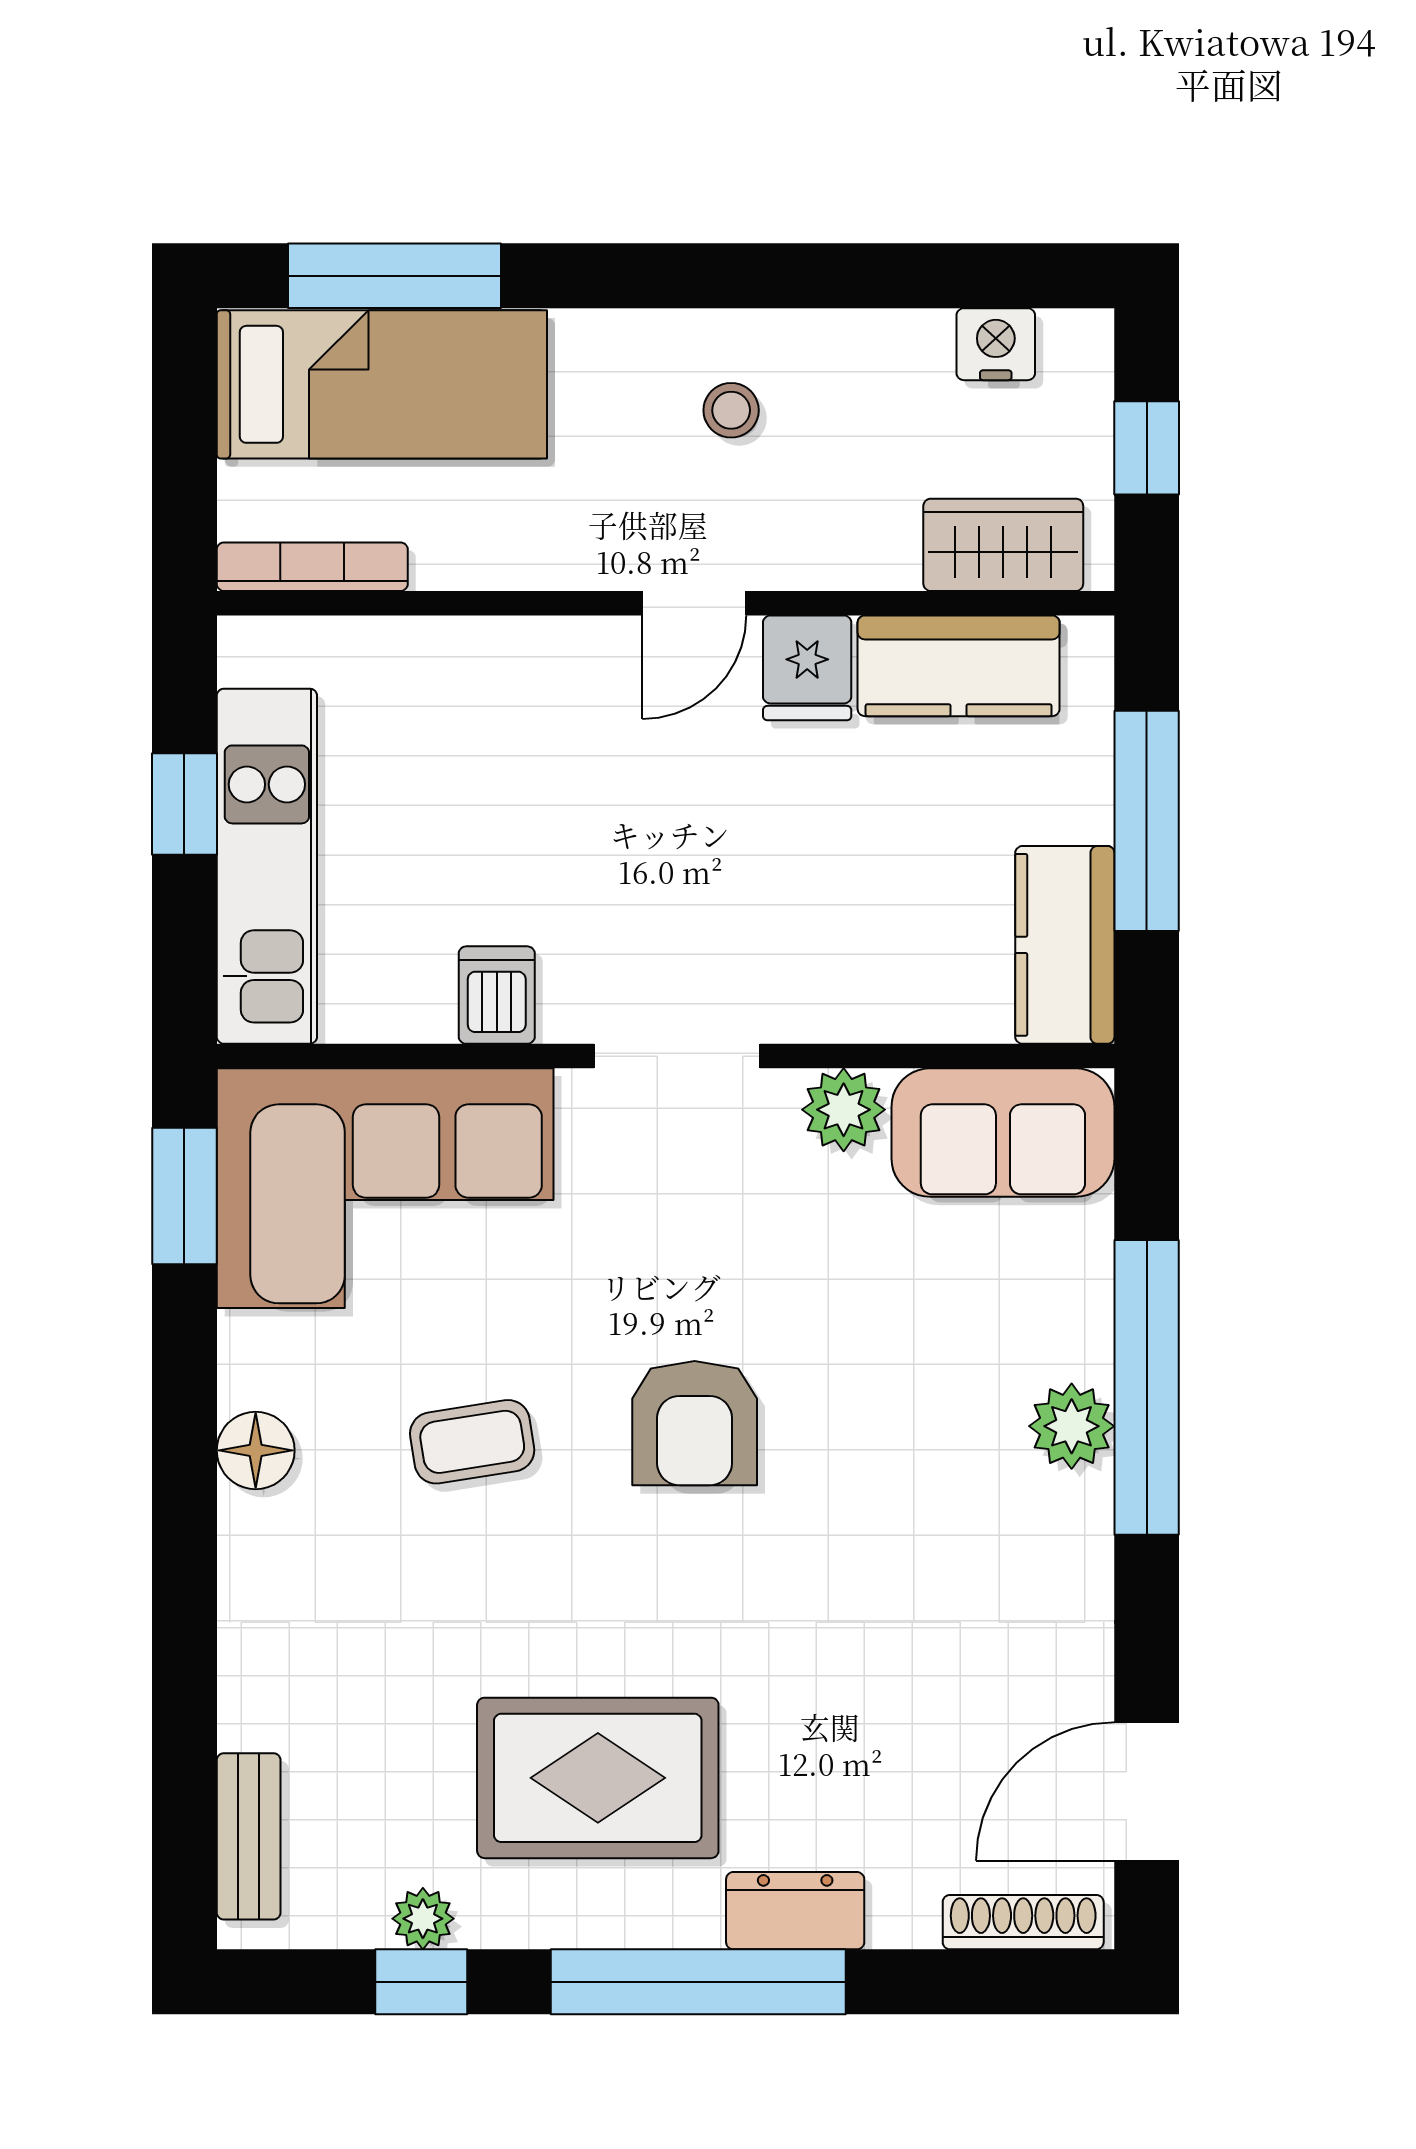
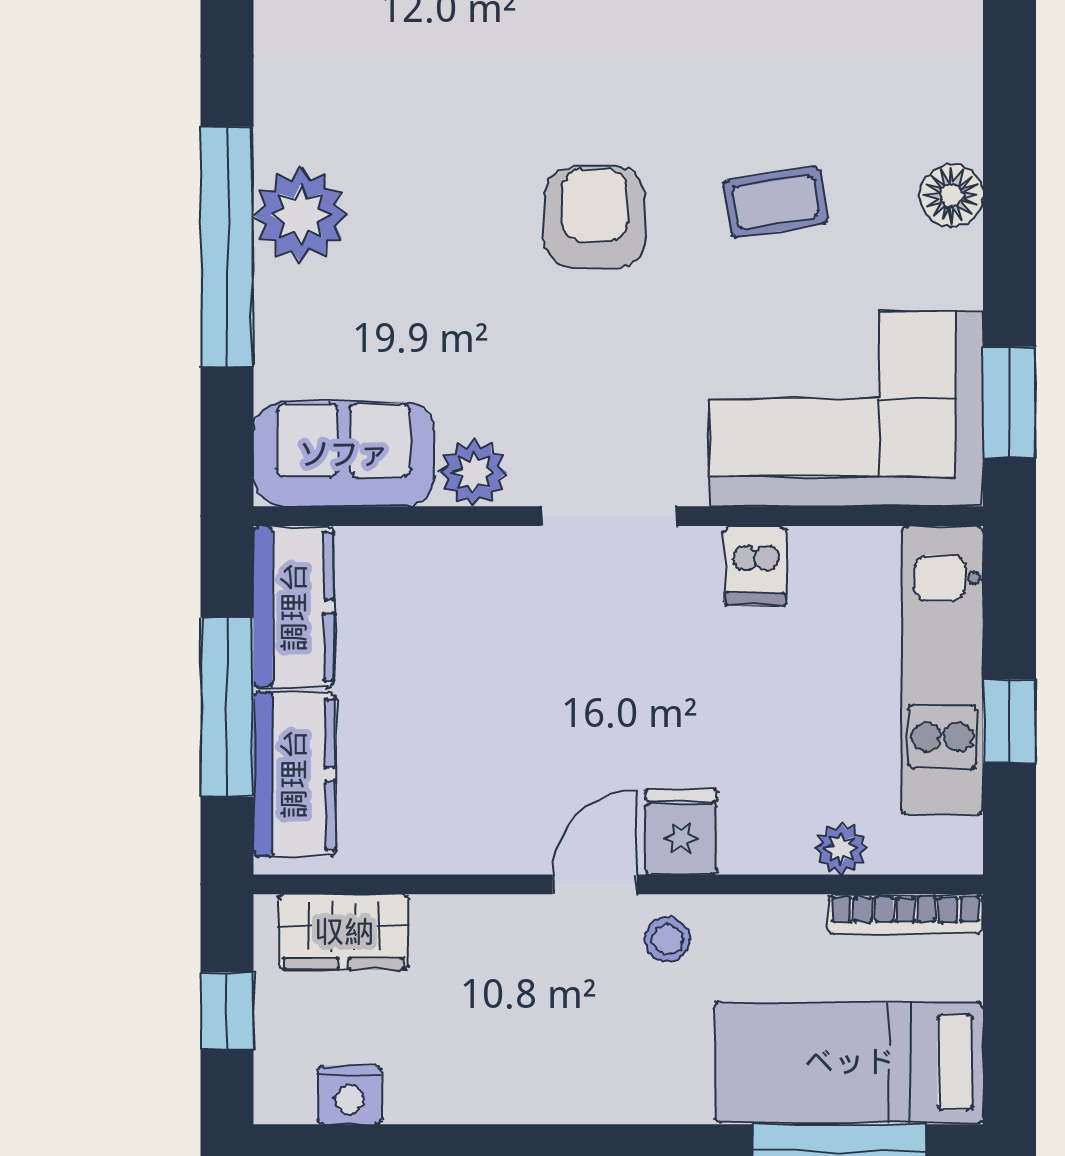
stool: (731, 410) -> (667, 940), moved
plant: (391, 647) -> (841, 849), added
kitchen counter: (959, 666) -> (294, 774), moved, turned 90
fridge: (807, 668) -> (681, 832), moved
plant: (1072, 1426) -> (301, 215), width x1.36, depth x1.36

